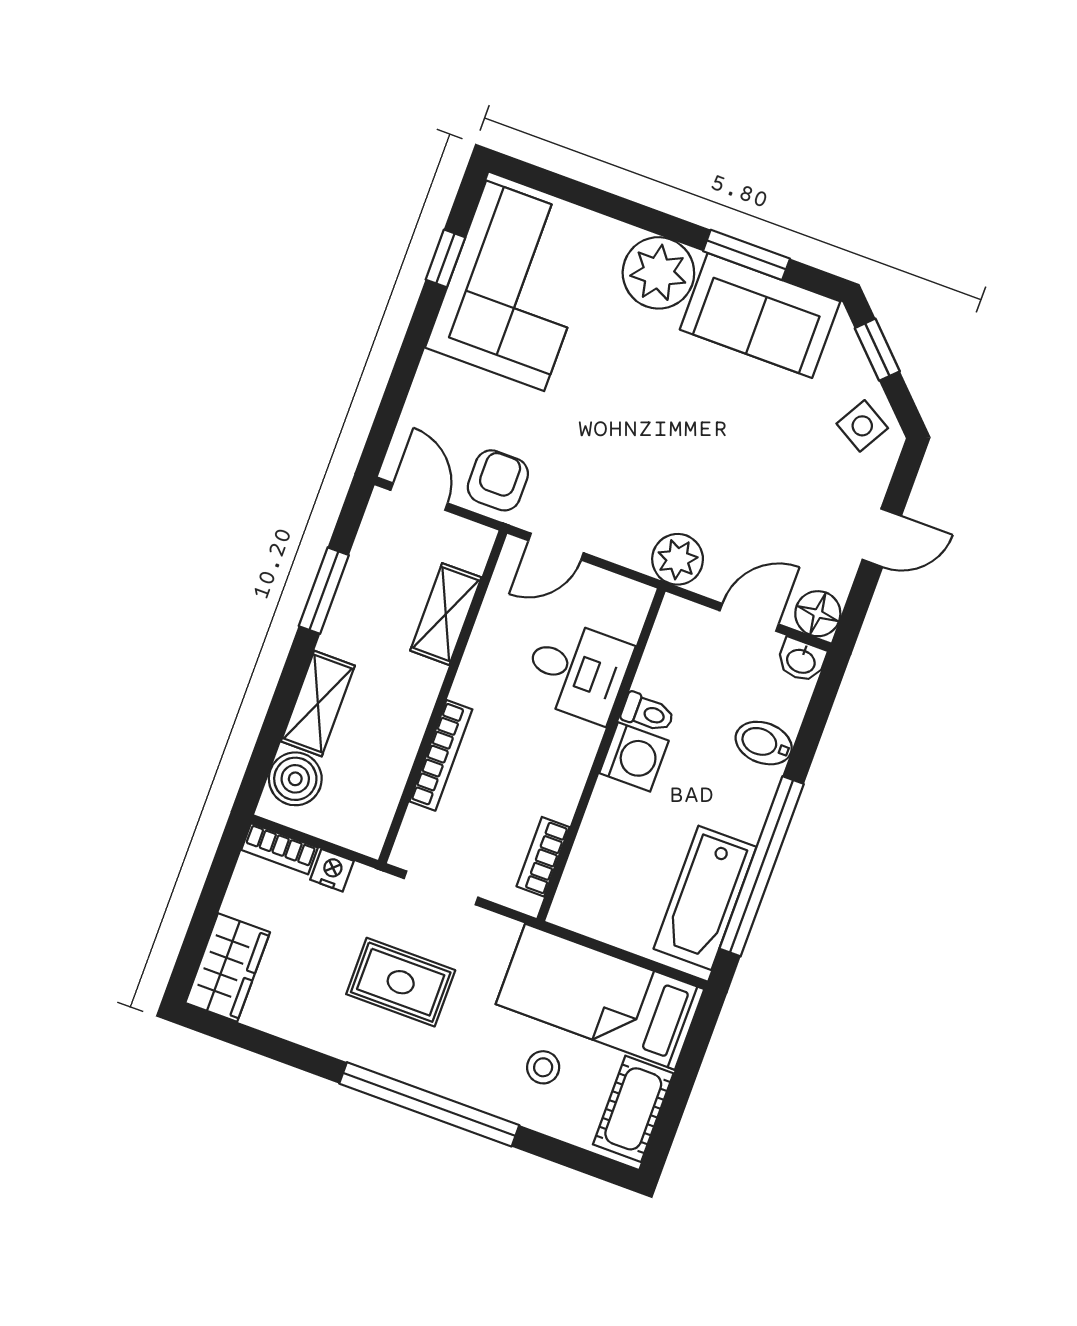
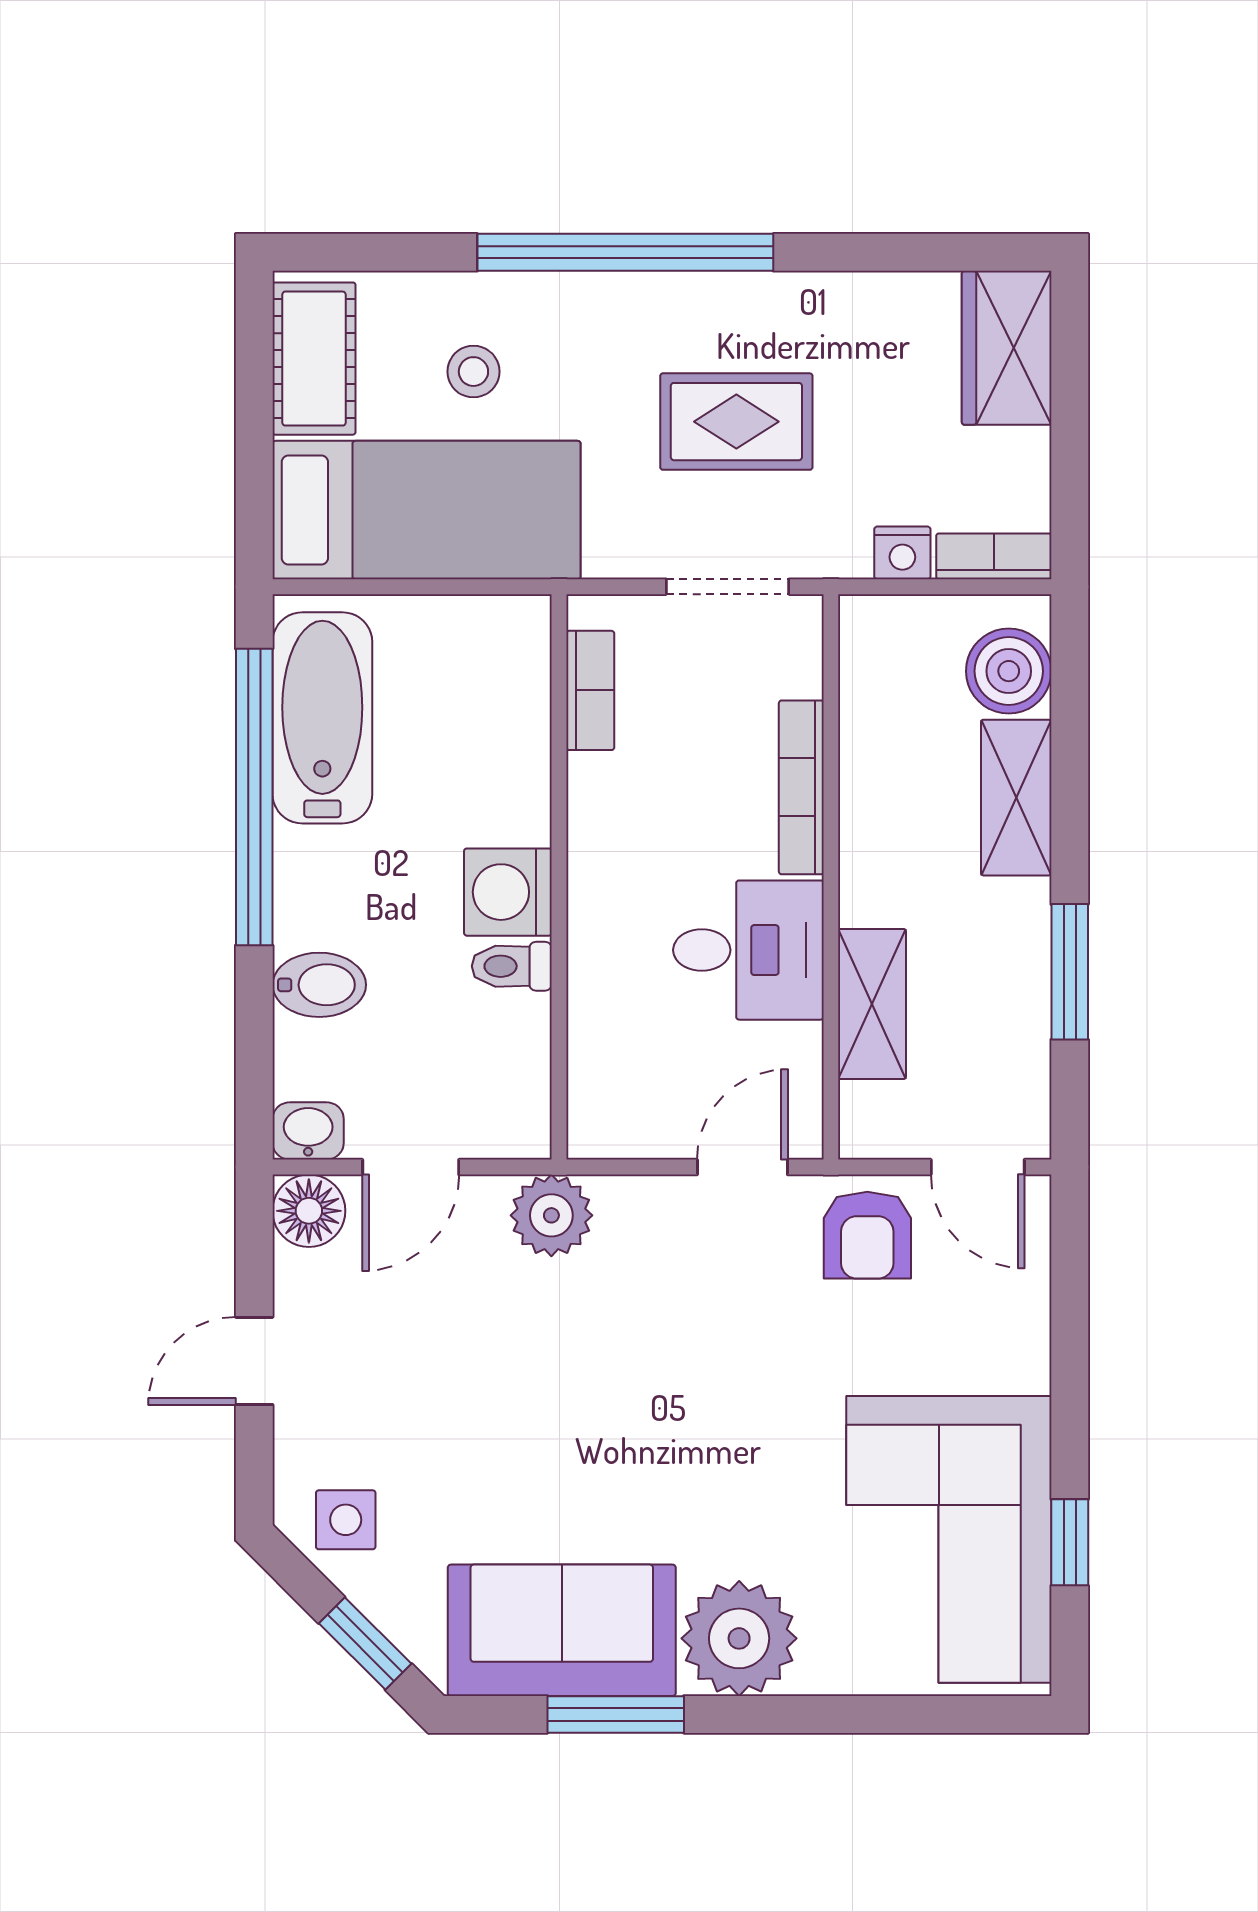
side table: (862, 426) -> (346, 1520), turned -30
desk: (577, 671) -> (748, 950), moved, turned 180

